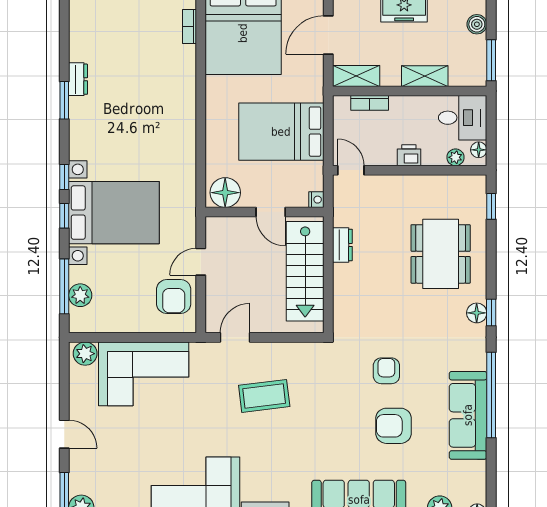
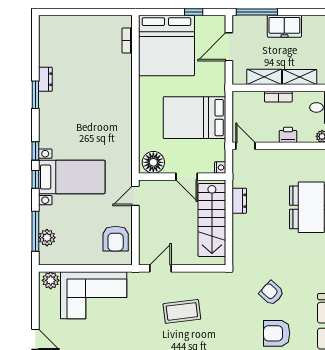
shelving: (356, 76) -> (264, 77), moved
bookcase: (370, 103) -> (278, 97), moved
bed with nightstands: (114, 213) -> (72, 177), width x0.73
door: (201, 262) -> (135, 196), moved
armchair: (386, 371) -> (271, 293), turned -48

